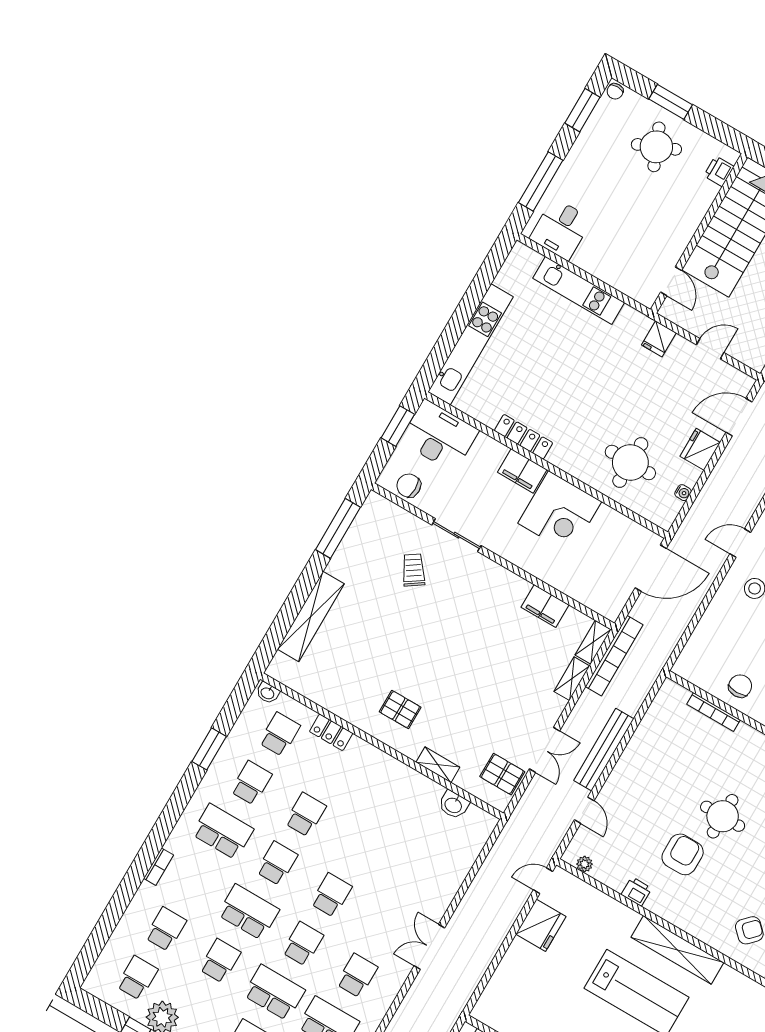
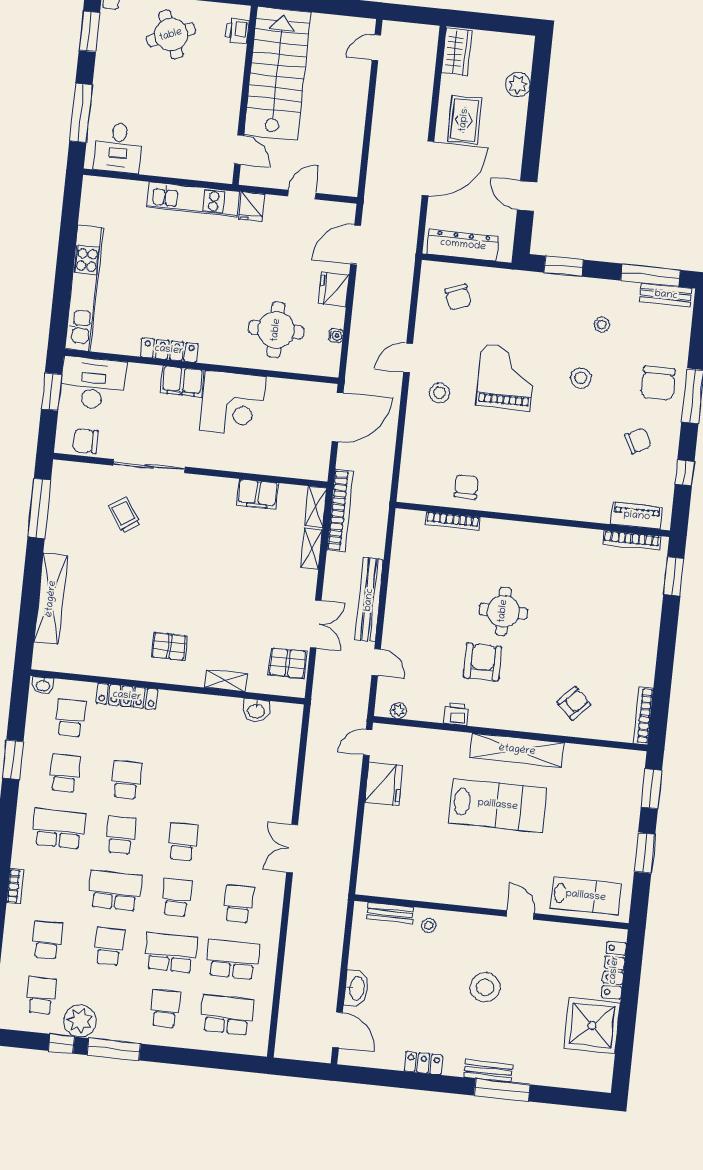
kitchen unit: (579, 290) -> (193, 199), moved
sliding door: (457, 535) -> (149, 466), width x1.37
locker: (331, 732) -> (127, 696), width x1.53

